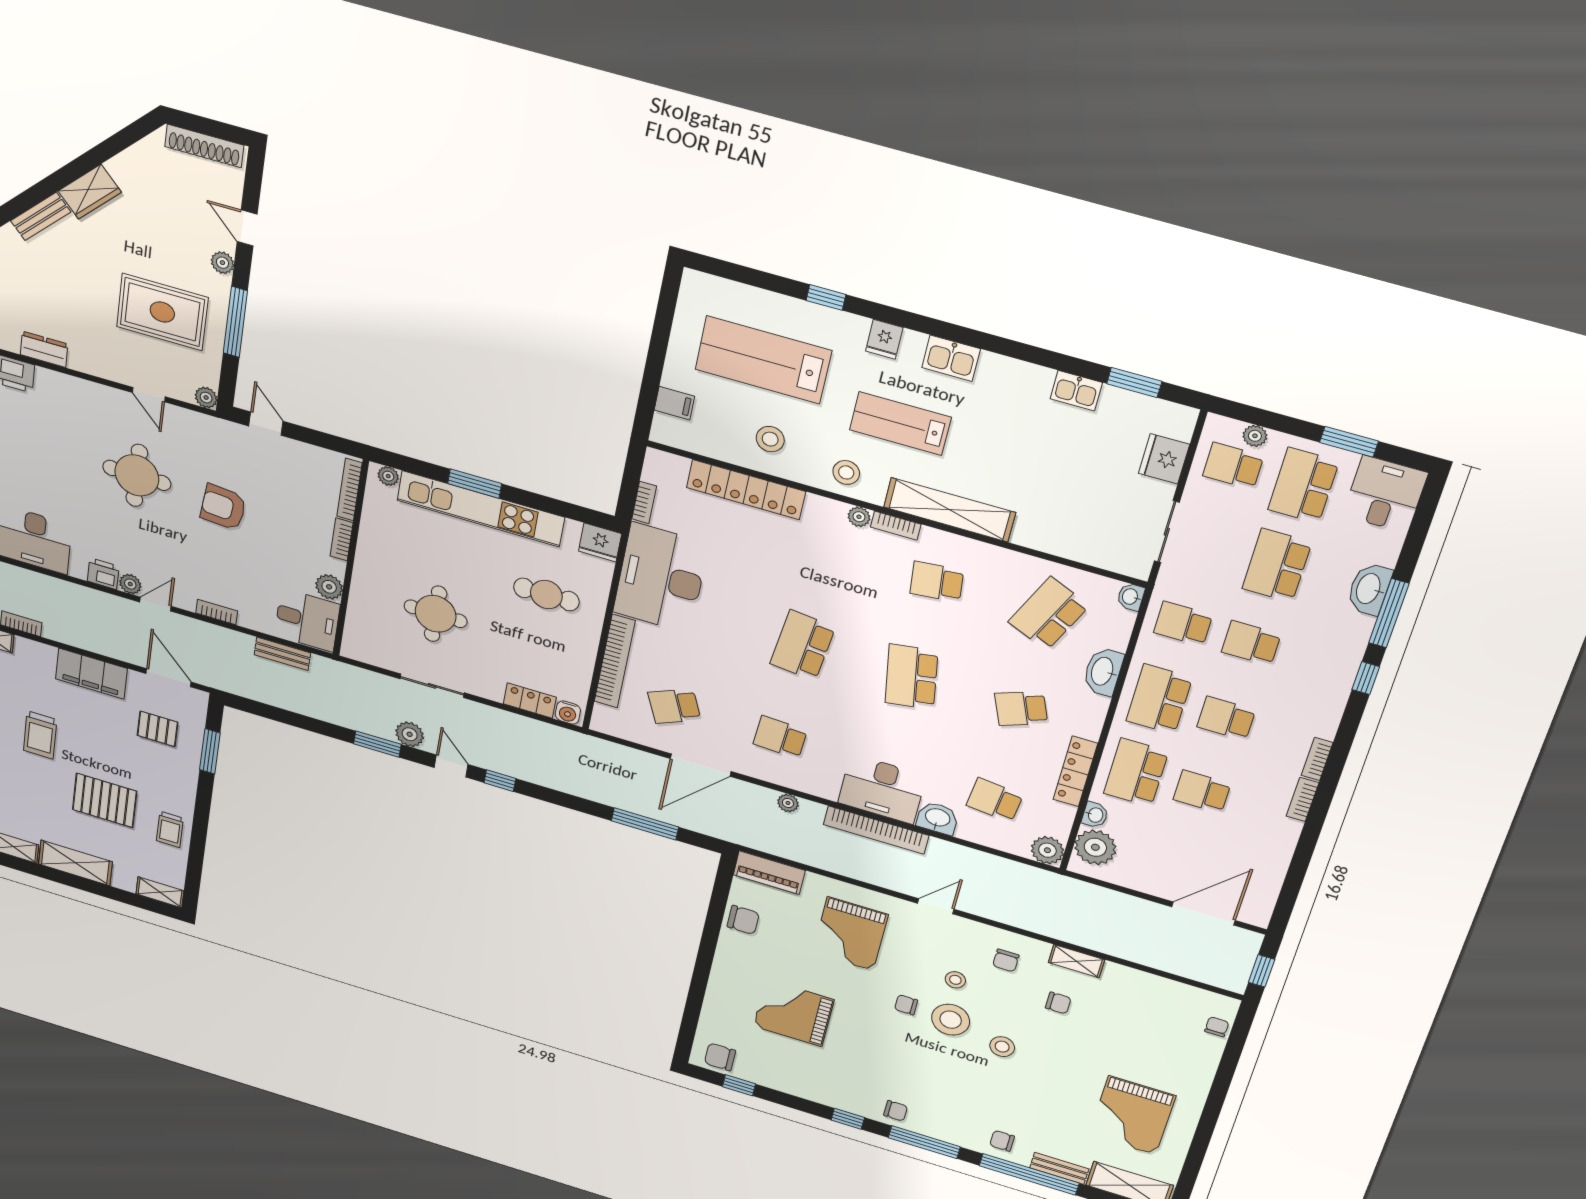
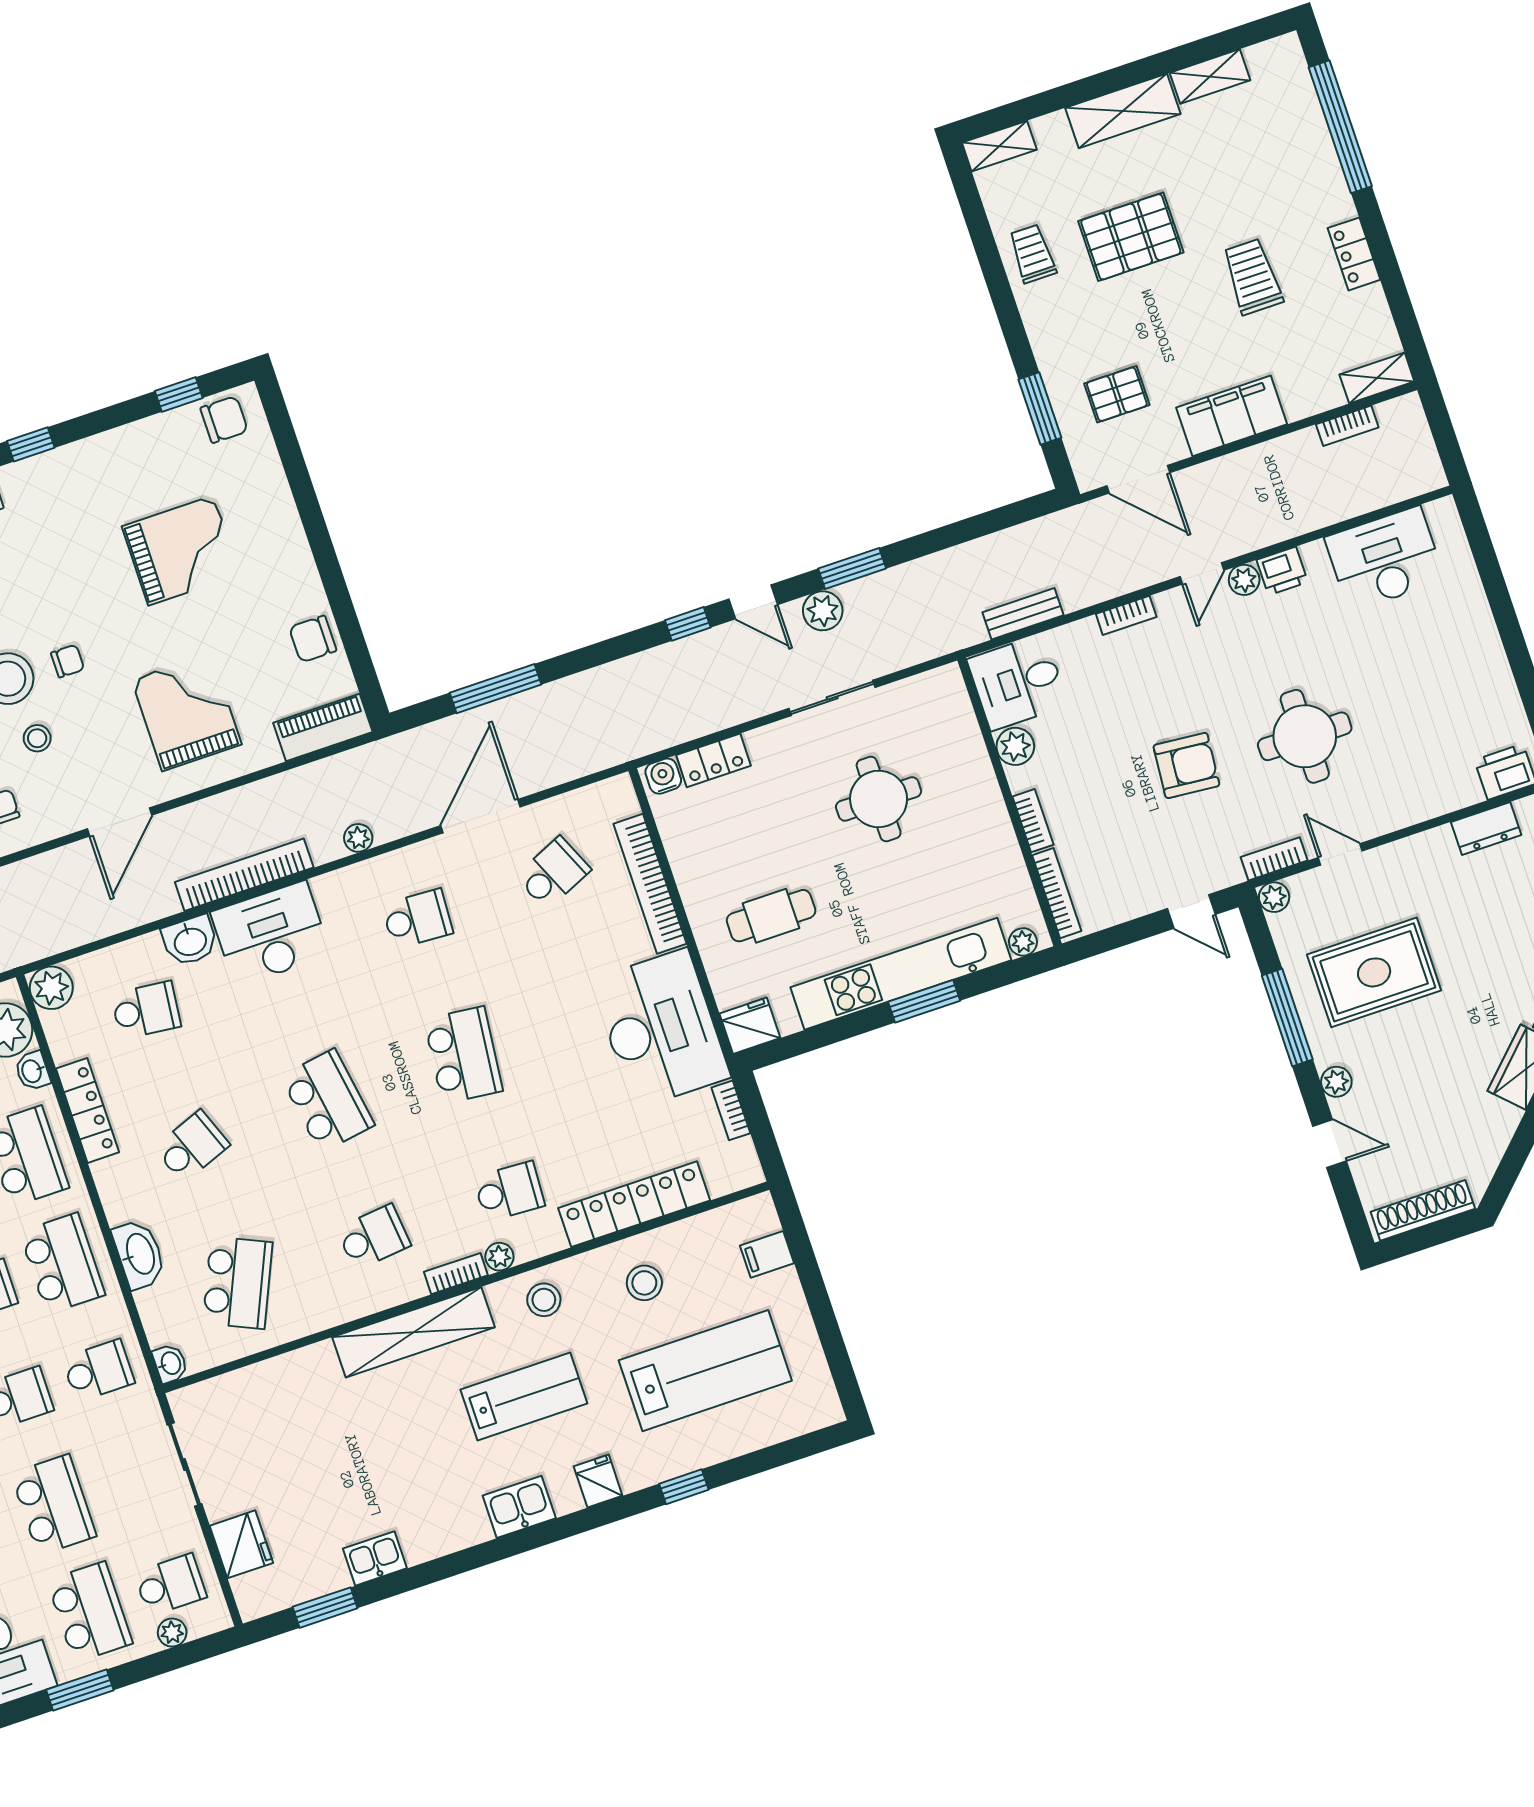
bookcase: (194, 419) -> (1274, 859), added
school desk: (826, 550) -> (509, 1191), added
door: (936, 906) -> (120, 822), width x1.38

